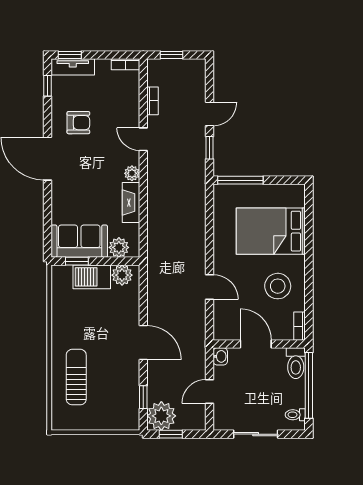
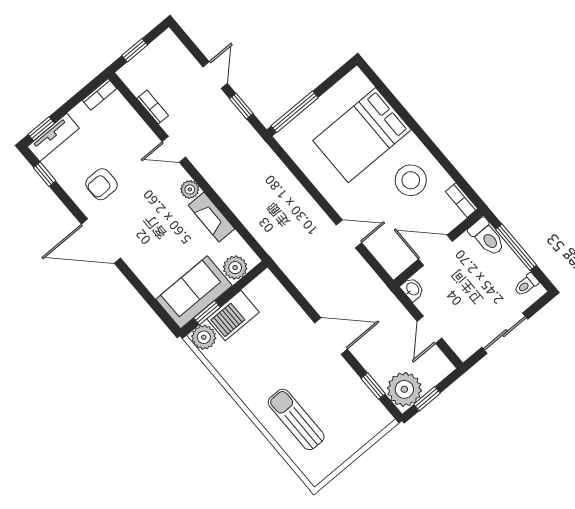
armchair: (78, 123) -> (101, 184), turned 180
plant: (122, 275) -> (204, 337), moved
window: (309, 385) -> (516, 247), width x0.68

